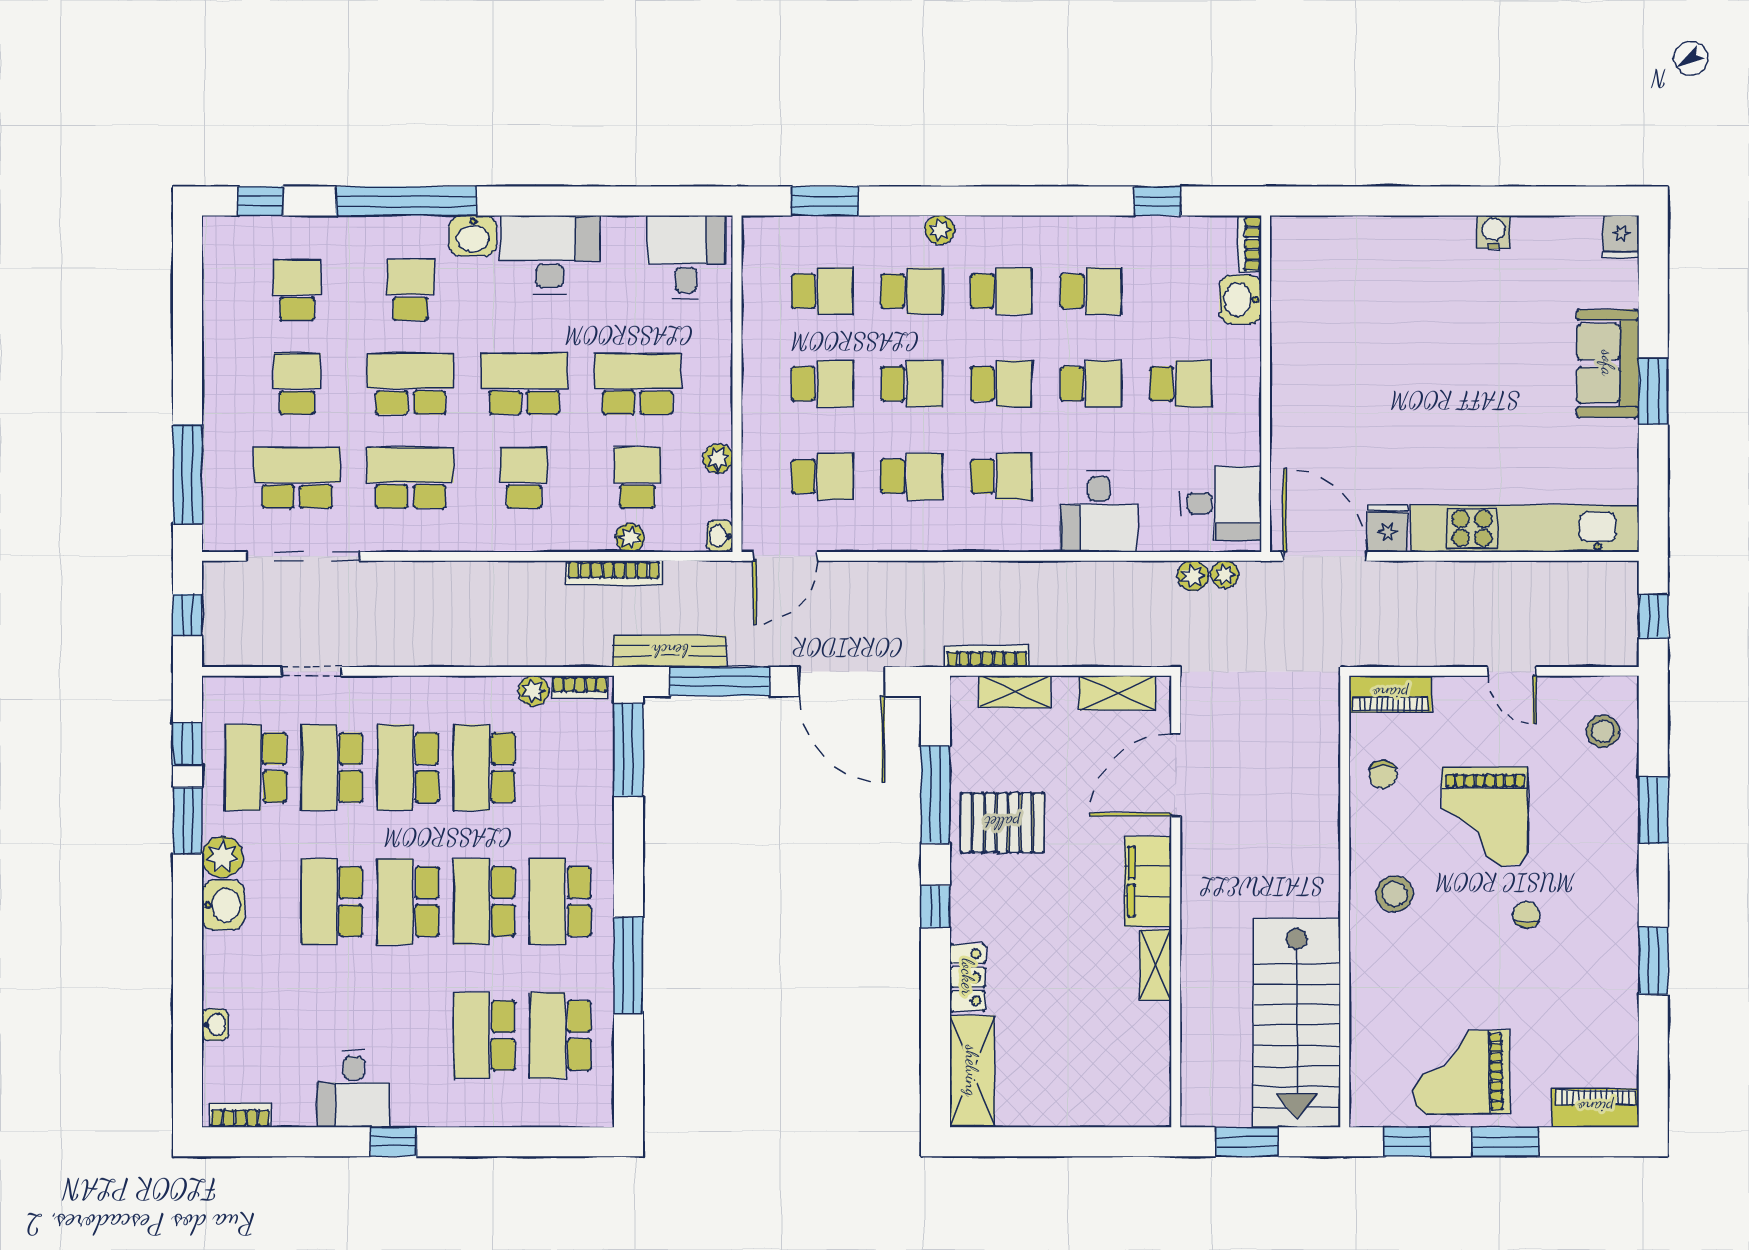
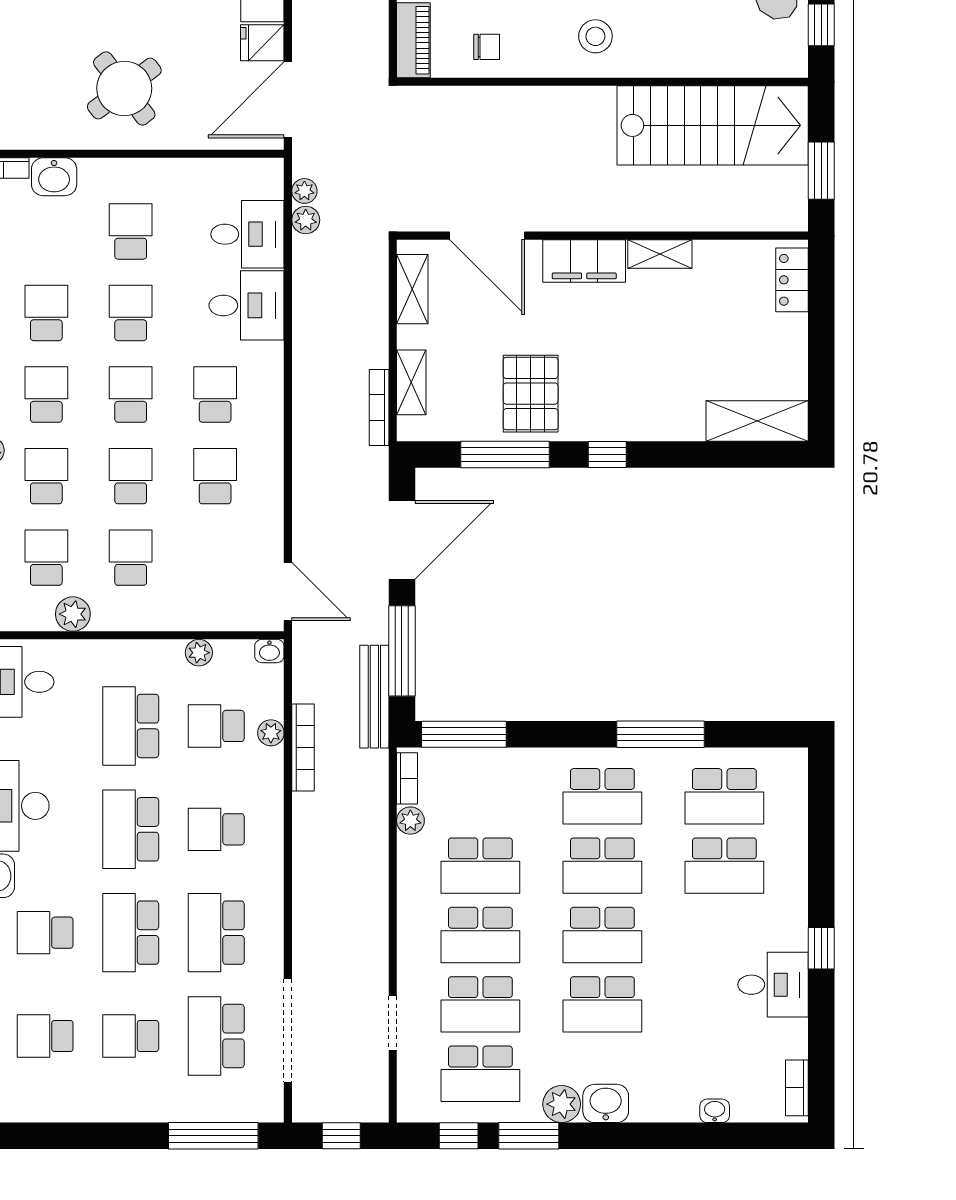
plant: (760, 320) -> (73, 614), added
round table: (1337, 377) -> (124, 88), added
school desk: (822, 476) -> (215, 558), removed
desk: (1221, 503) -> (247, 234), moved, turned 90
locker: (968, 977) -> (792, 280), moved, turned -90

